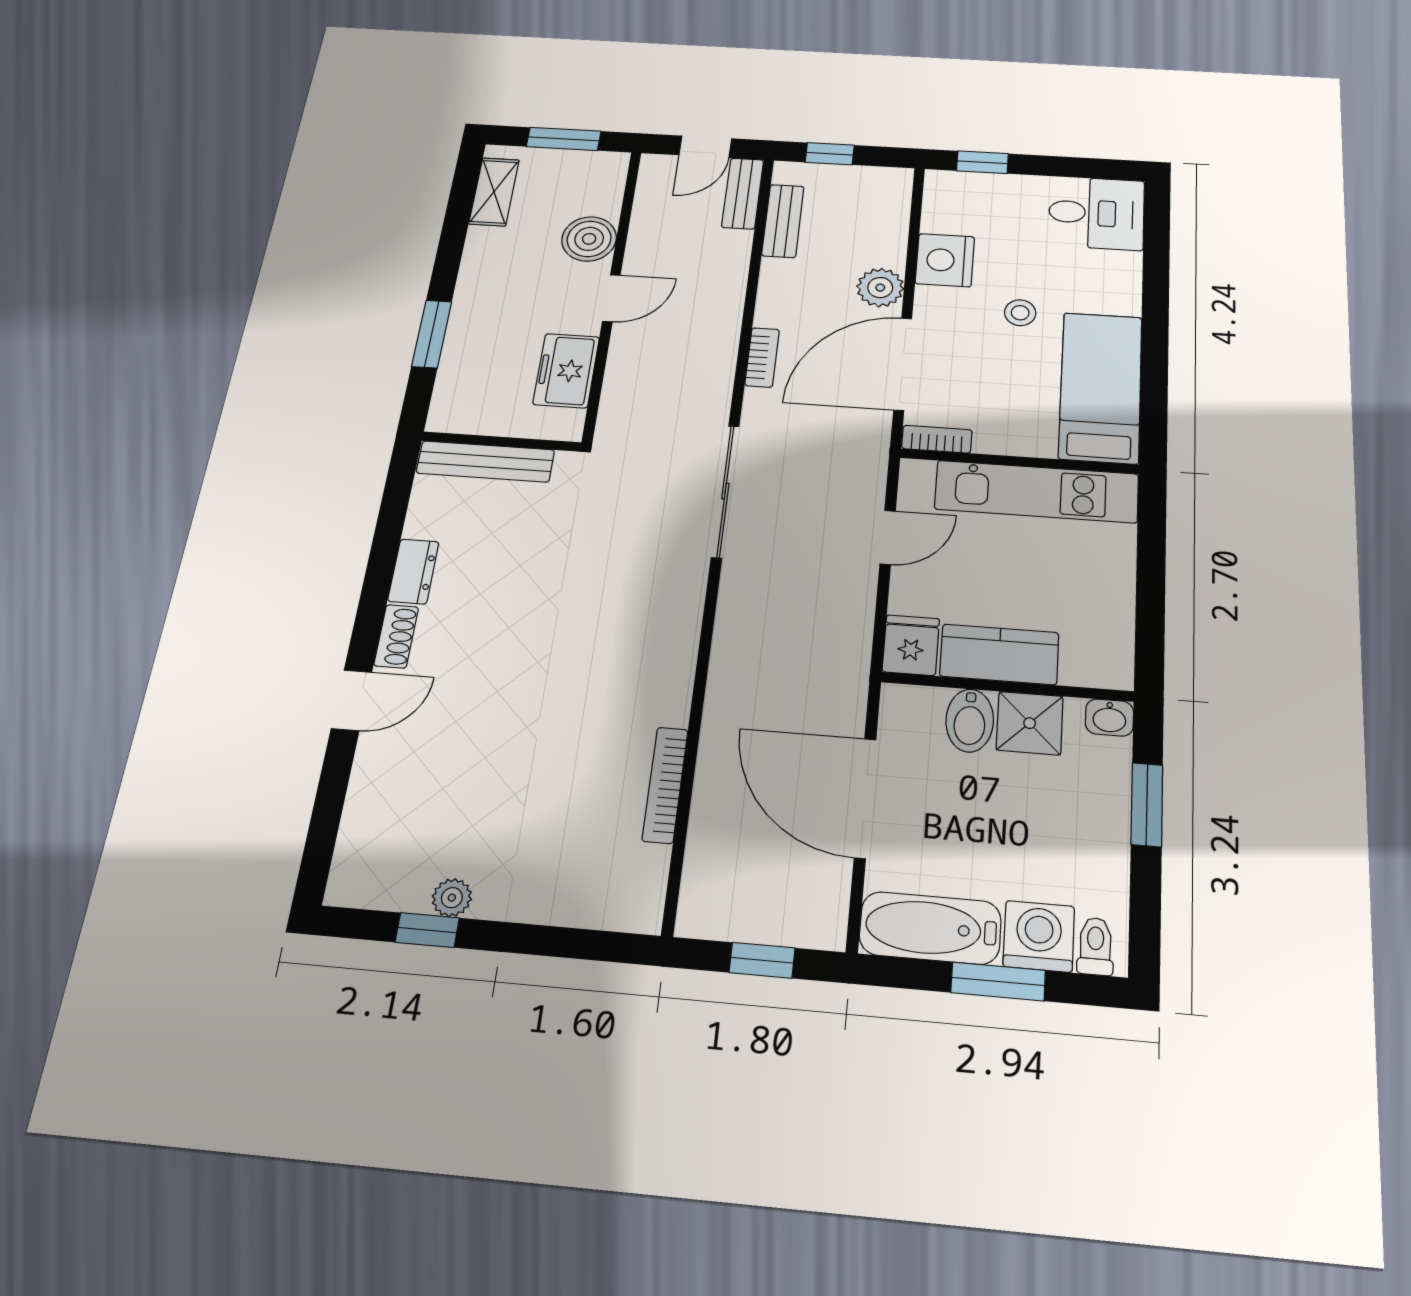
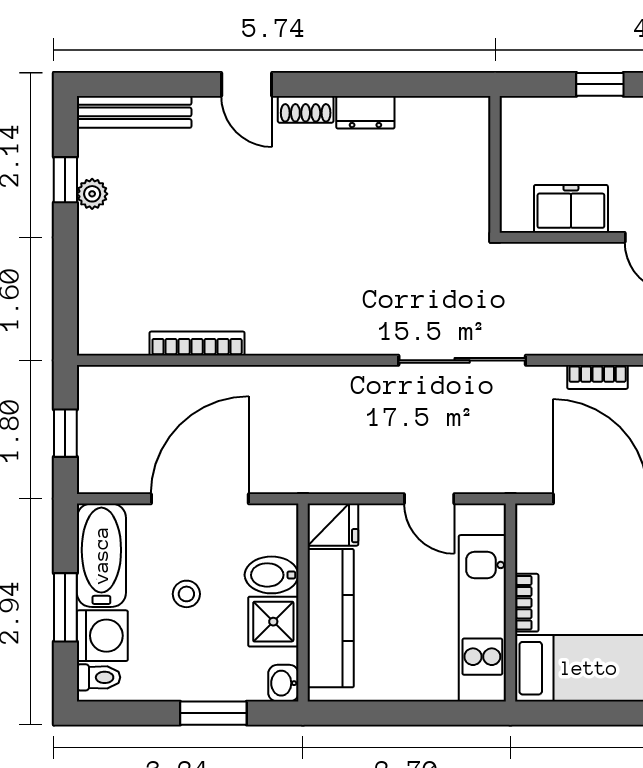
window: (432, 334) -> (600, 84), width x0.67
bookcase: (937, 439) -> (527, 603), moved
bench: (485, 462) -> (134, 112), moved, turned 90
kitchen counter: (999, 654) -> (331, 618), width x1.50
stool: (988, 825) -> (186, 594), added

